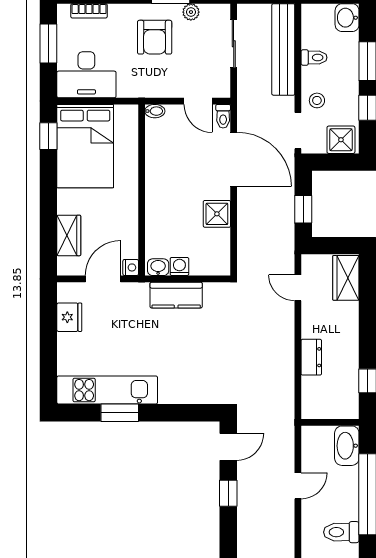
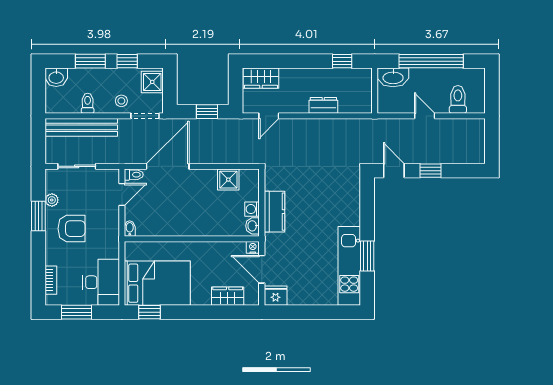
shower: (217, 214) -> (228, 180), moved
fridge: (69, 317) -> (276, 296), moved
toilet: (341, 532) -> (458, 99), moved, turned 180

